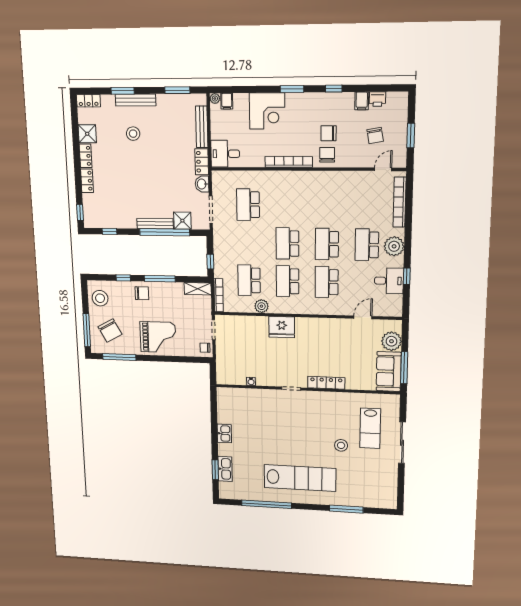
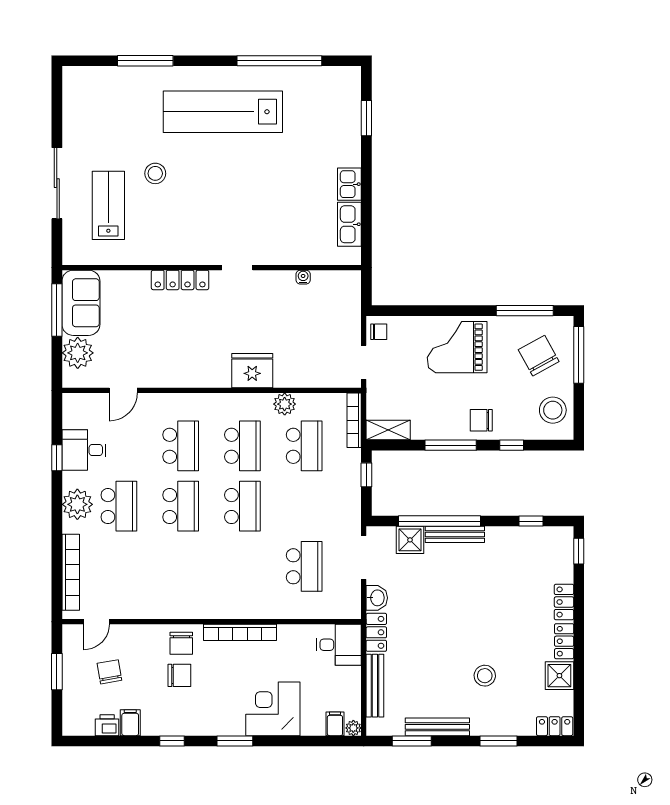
bench: (136, 100) -> (437, 727), moved
kitchen sink: (225, 469) -> (349, 224), moved

